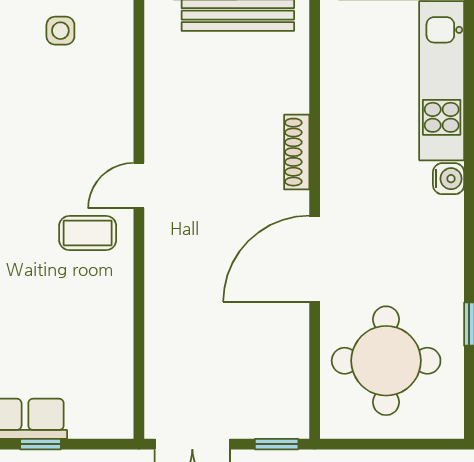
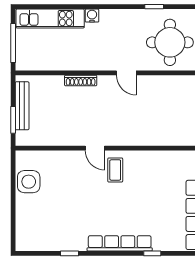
side table: (60, 31) -> (29, 182), width x1.87, depth x1.87
door: (315, 259) -> (126, 73), width x0.53

